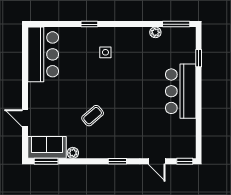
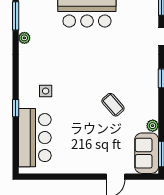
bar counter: (43, 54) -> (35, 138), moved, turned 90

